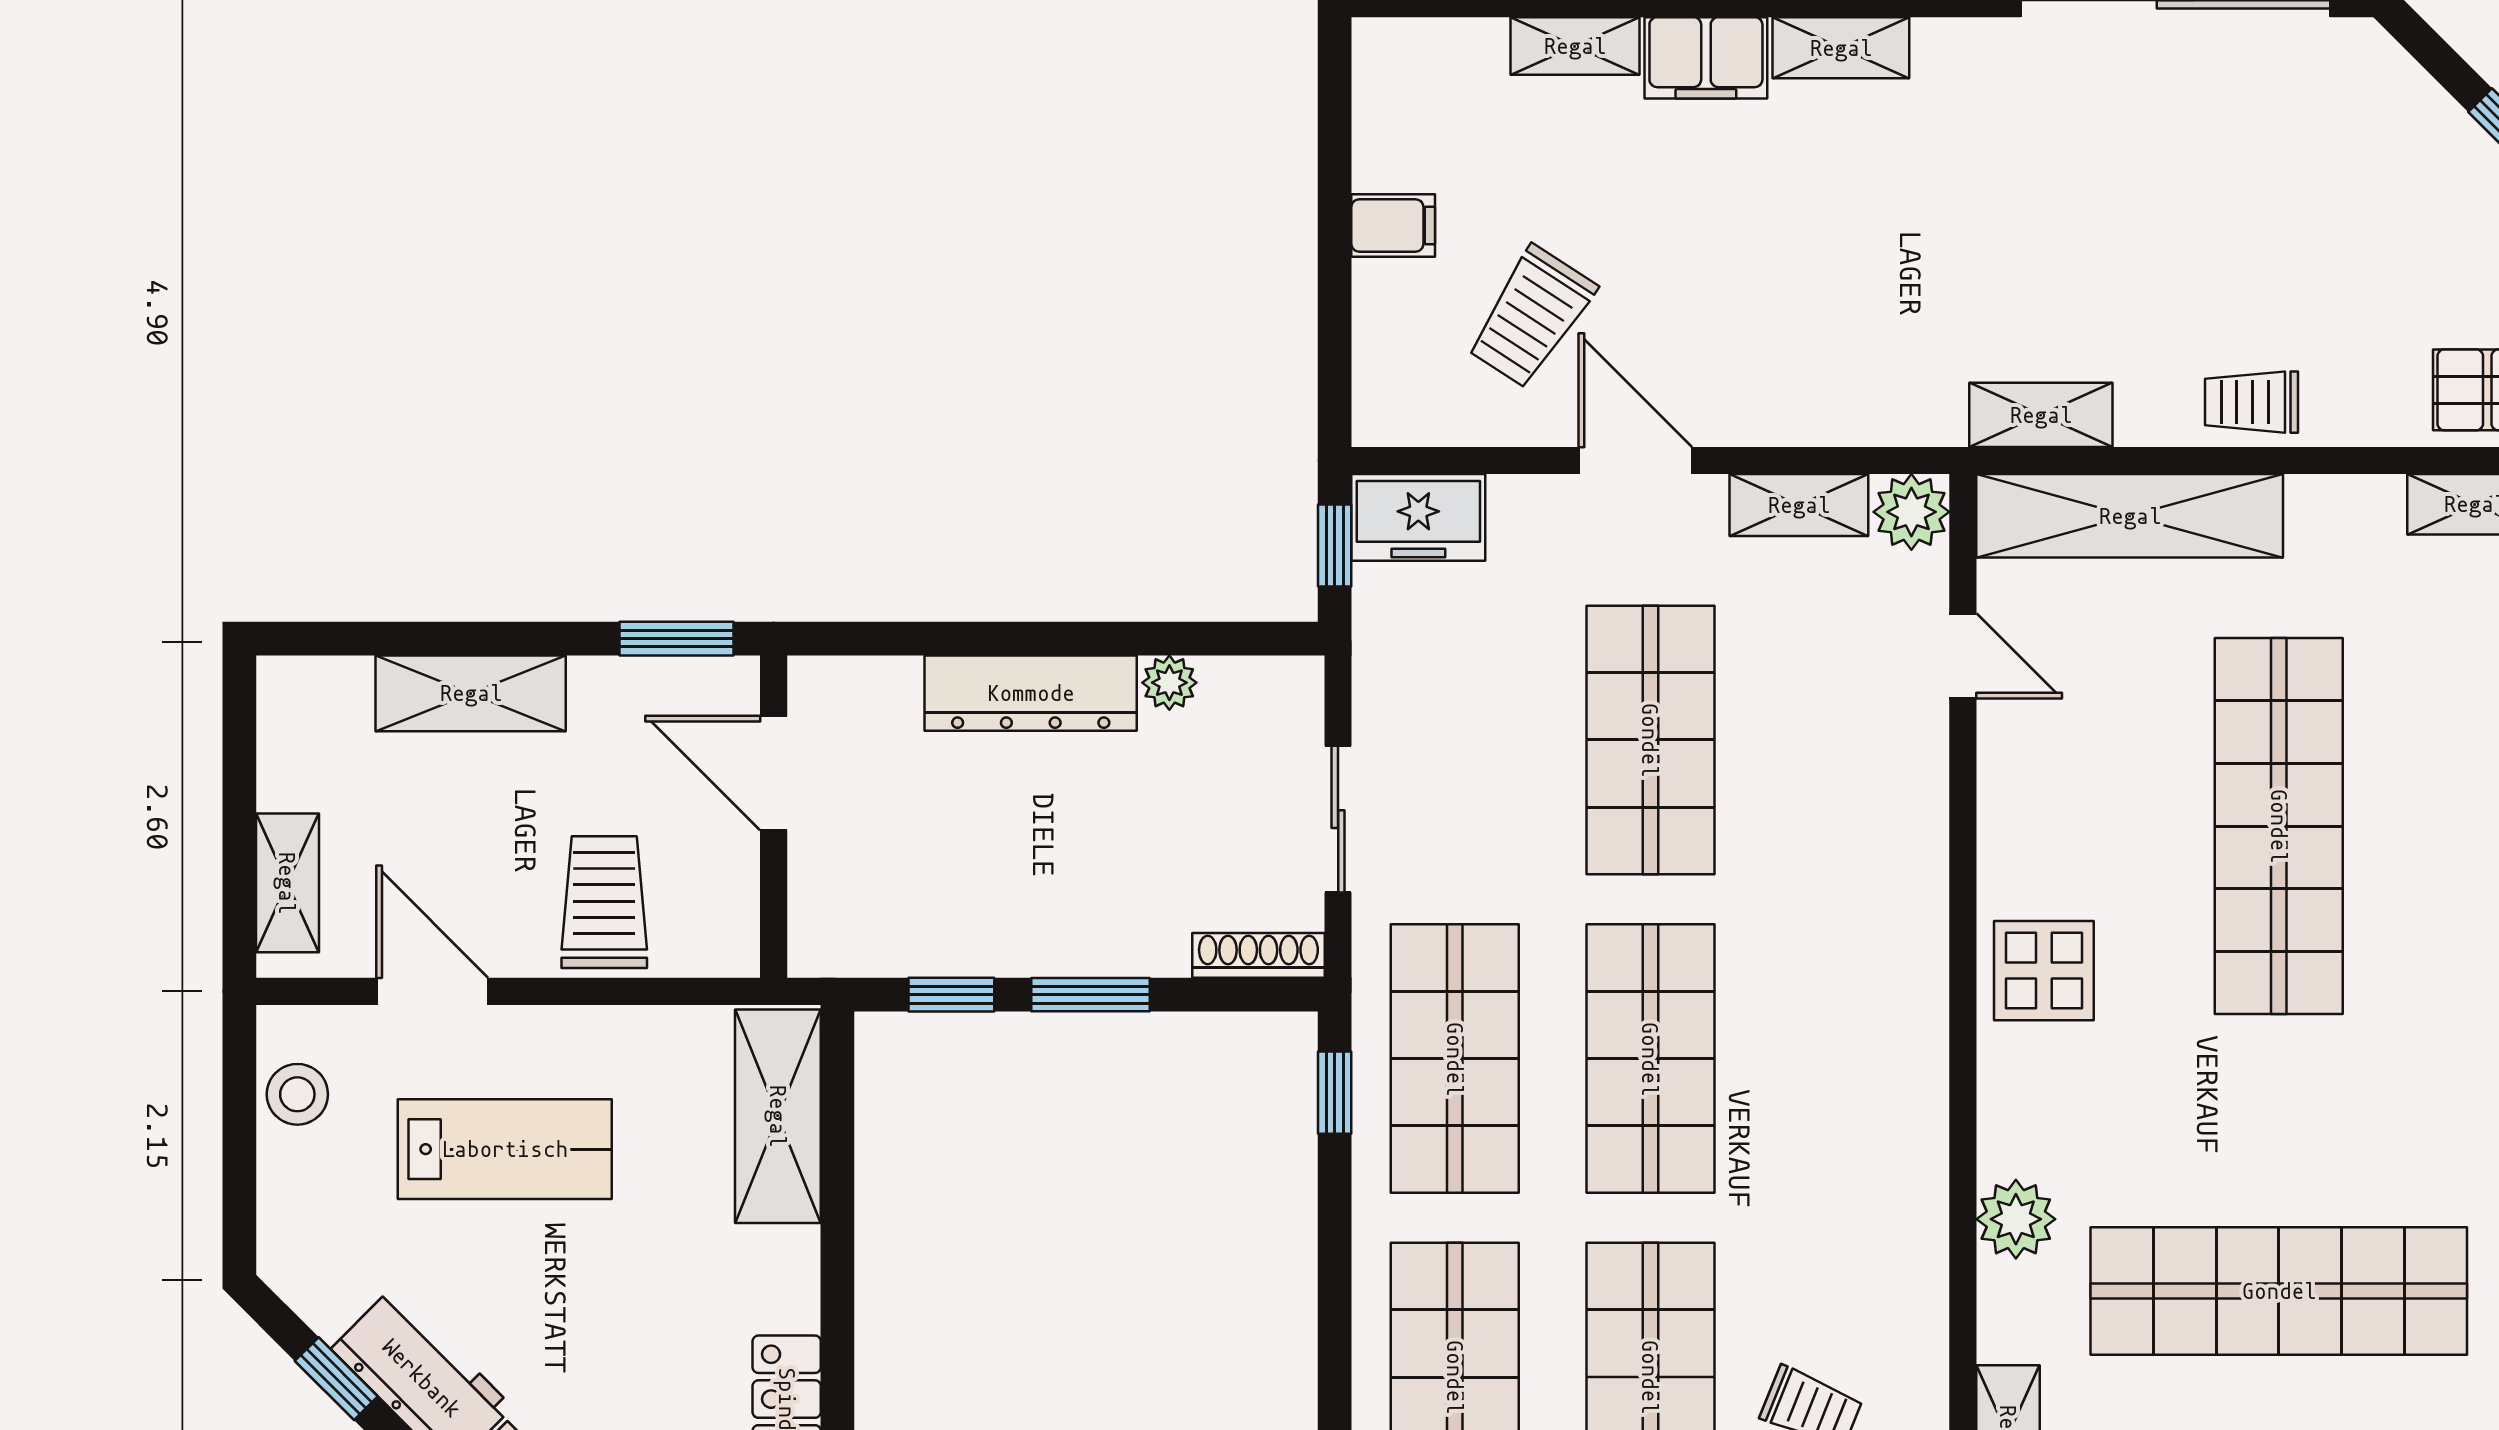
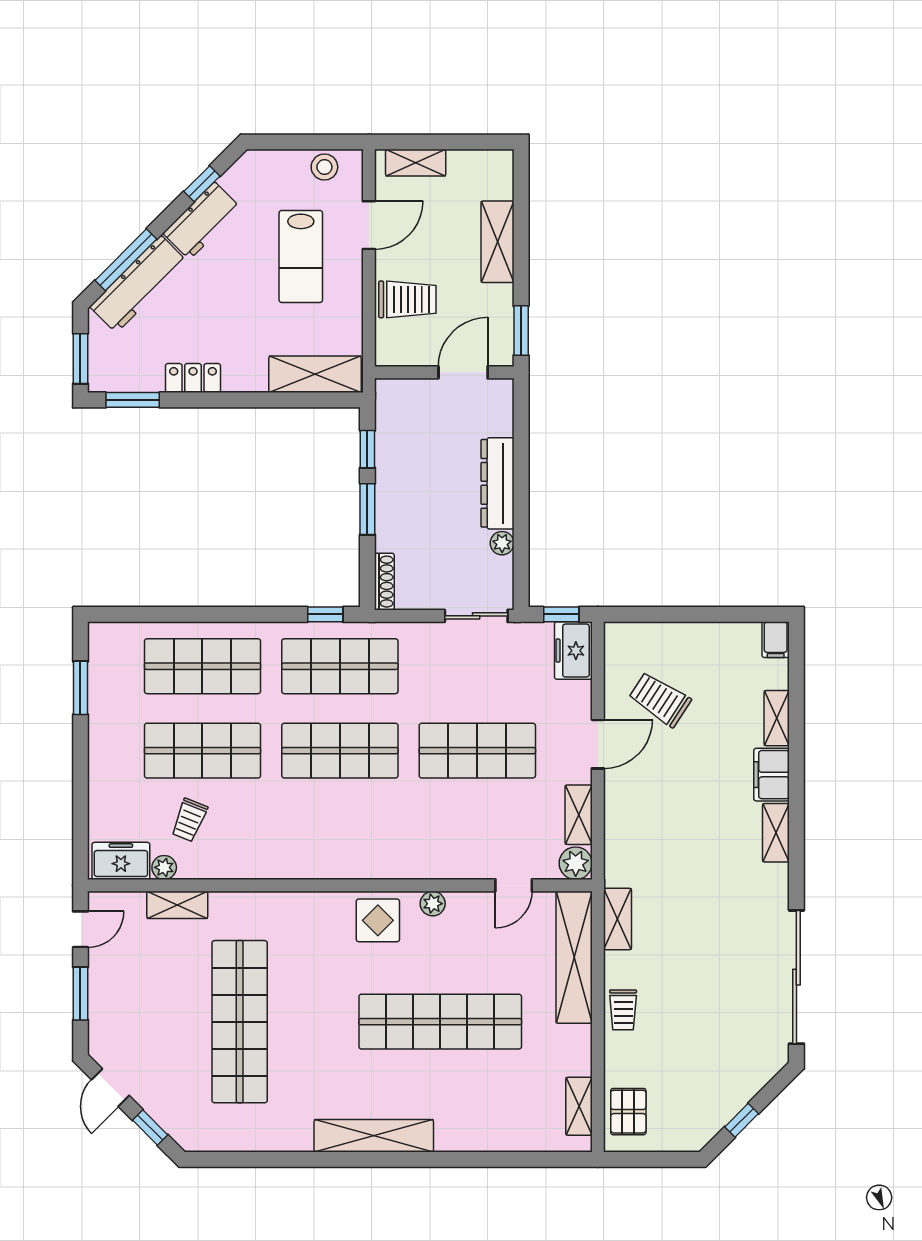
filing cabinet: (1393, 225) -> (776, 640), moved
trolley: (2251, 402) -> (623, 1010), turned 180
sliding door: (1338, 819) -> (476, 616), moved
plant: (2016, 1219) -> (433, 904), moved, width x0.73, depth x0.73

